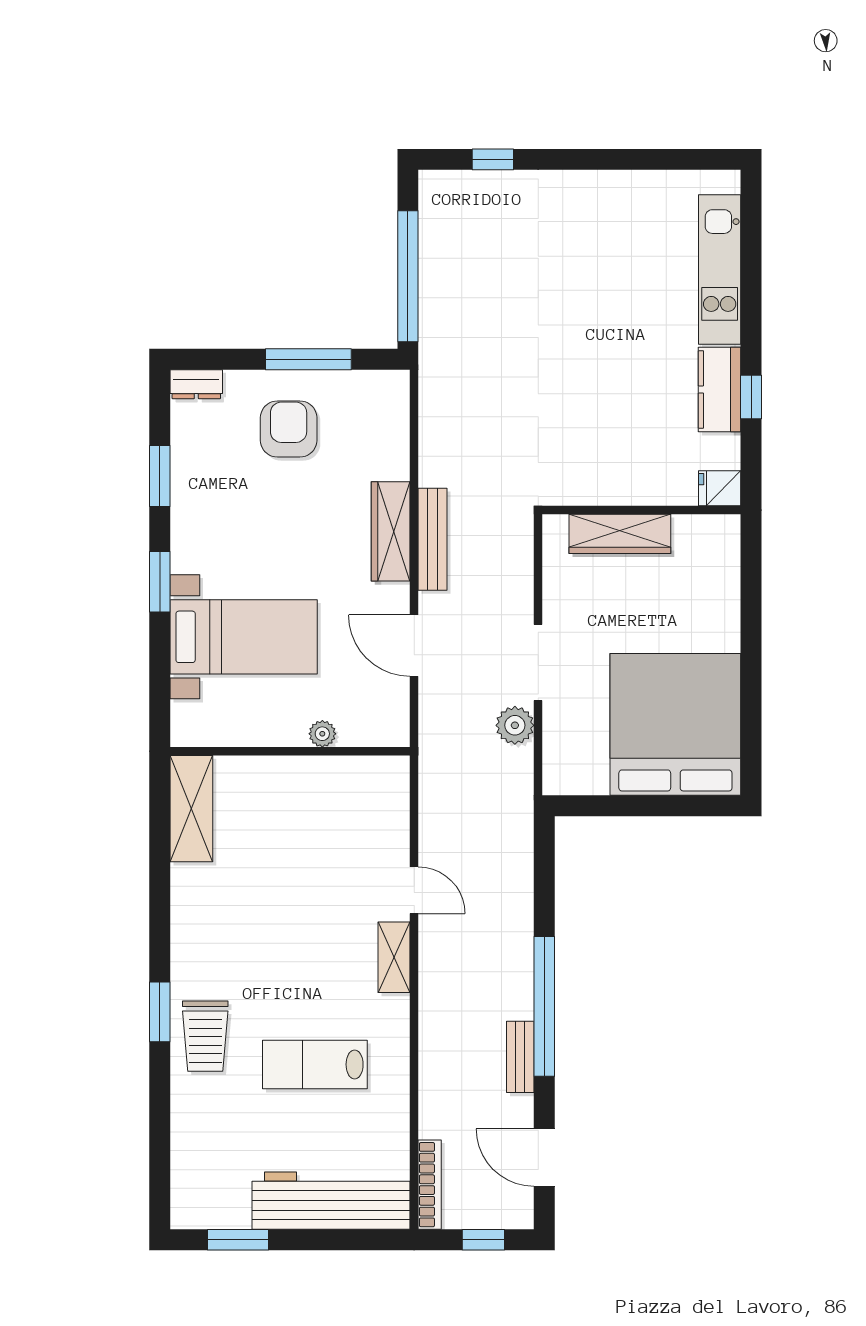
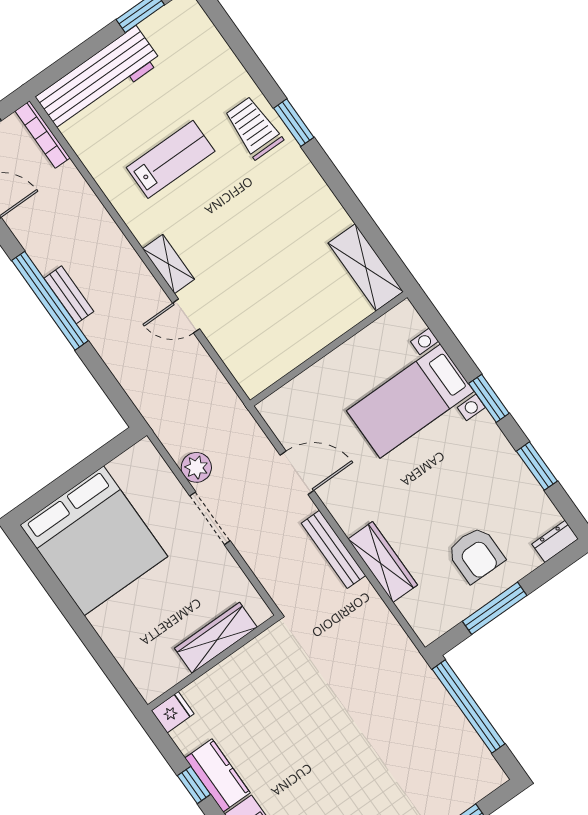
wardrobe: (391, 531) -> (383, 562), moved
plant: (322, 734) -> (316, 375), removed
bench: (520, 1057) -> (69, 295), moved

